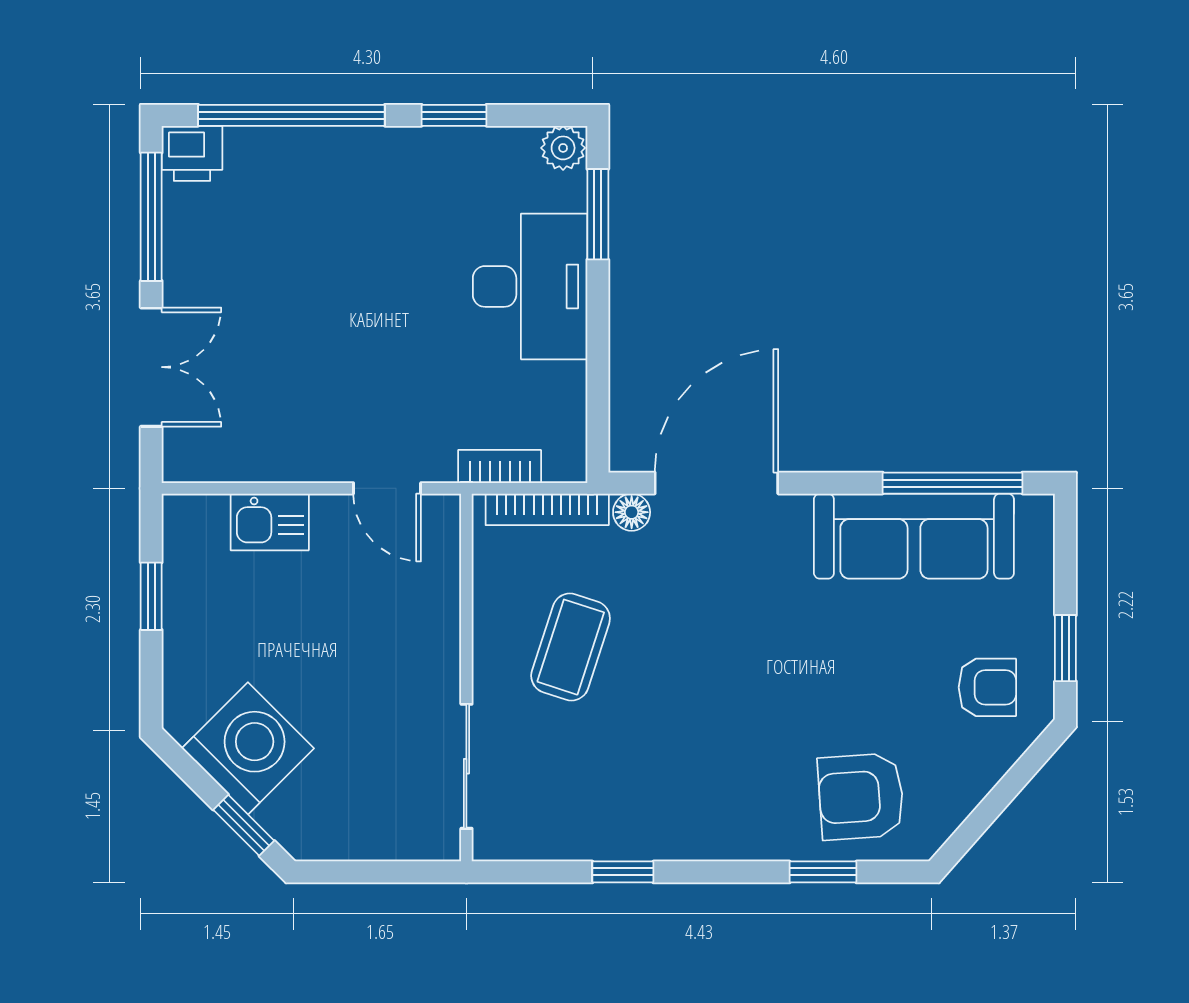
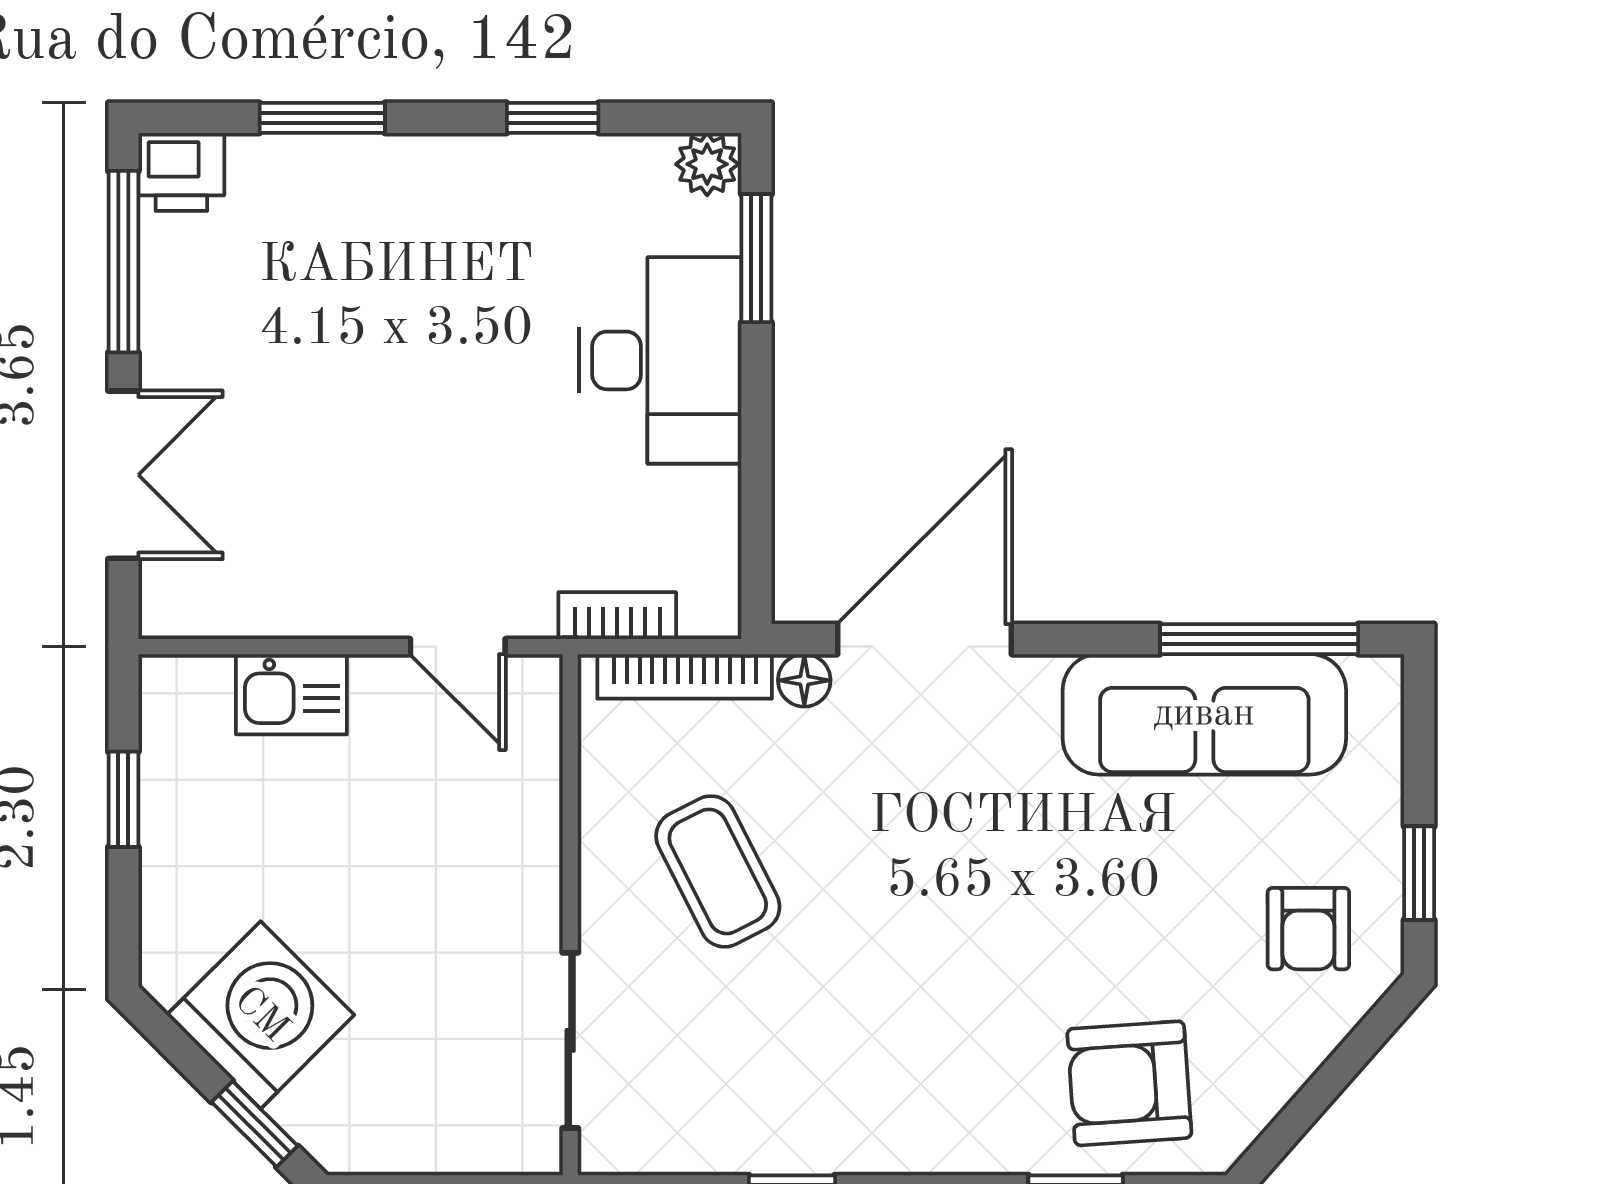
window: (291, 115) -> (322, 118), width x0.47
coffee table: (571, 647) -> (718, 871), turned -45
armchair: (987, 687) -> (1308, 929), turned 90

